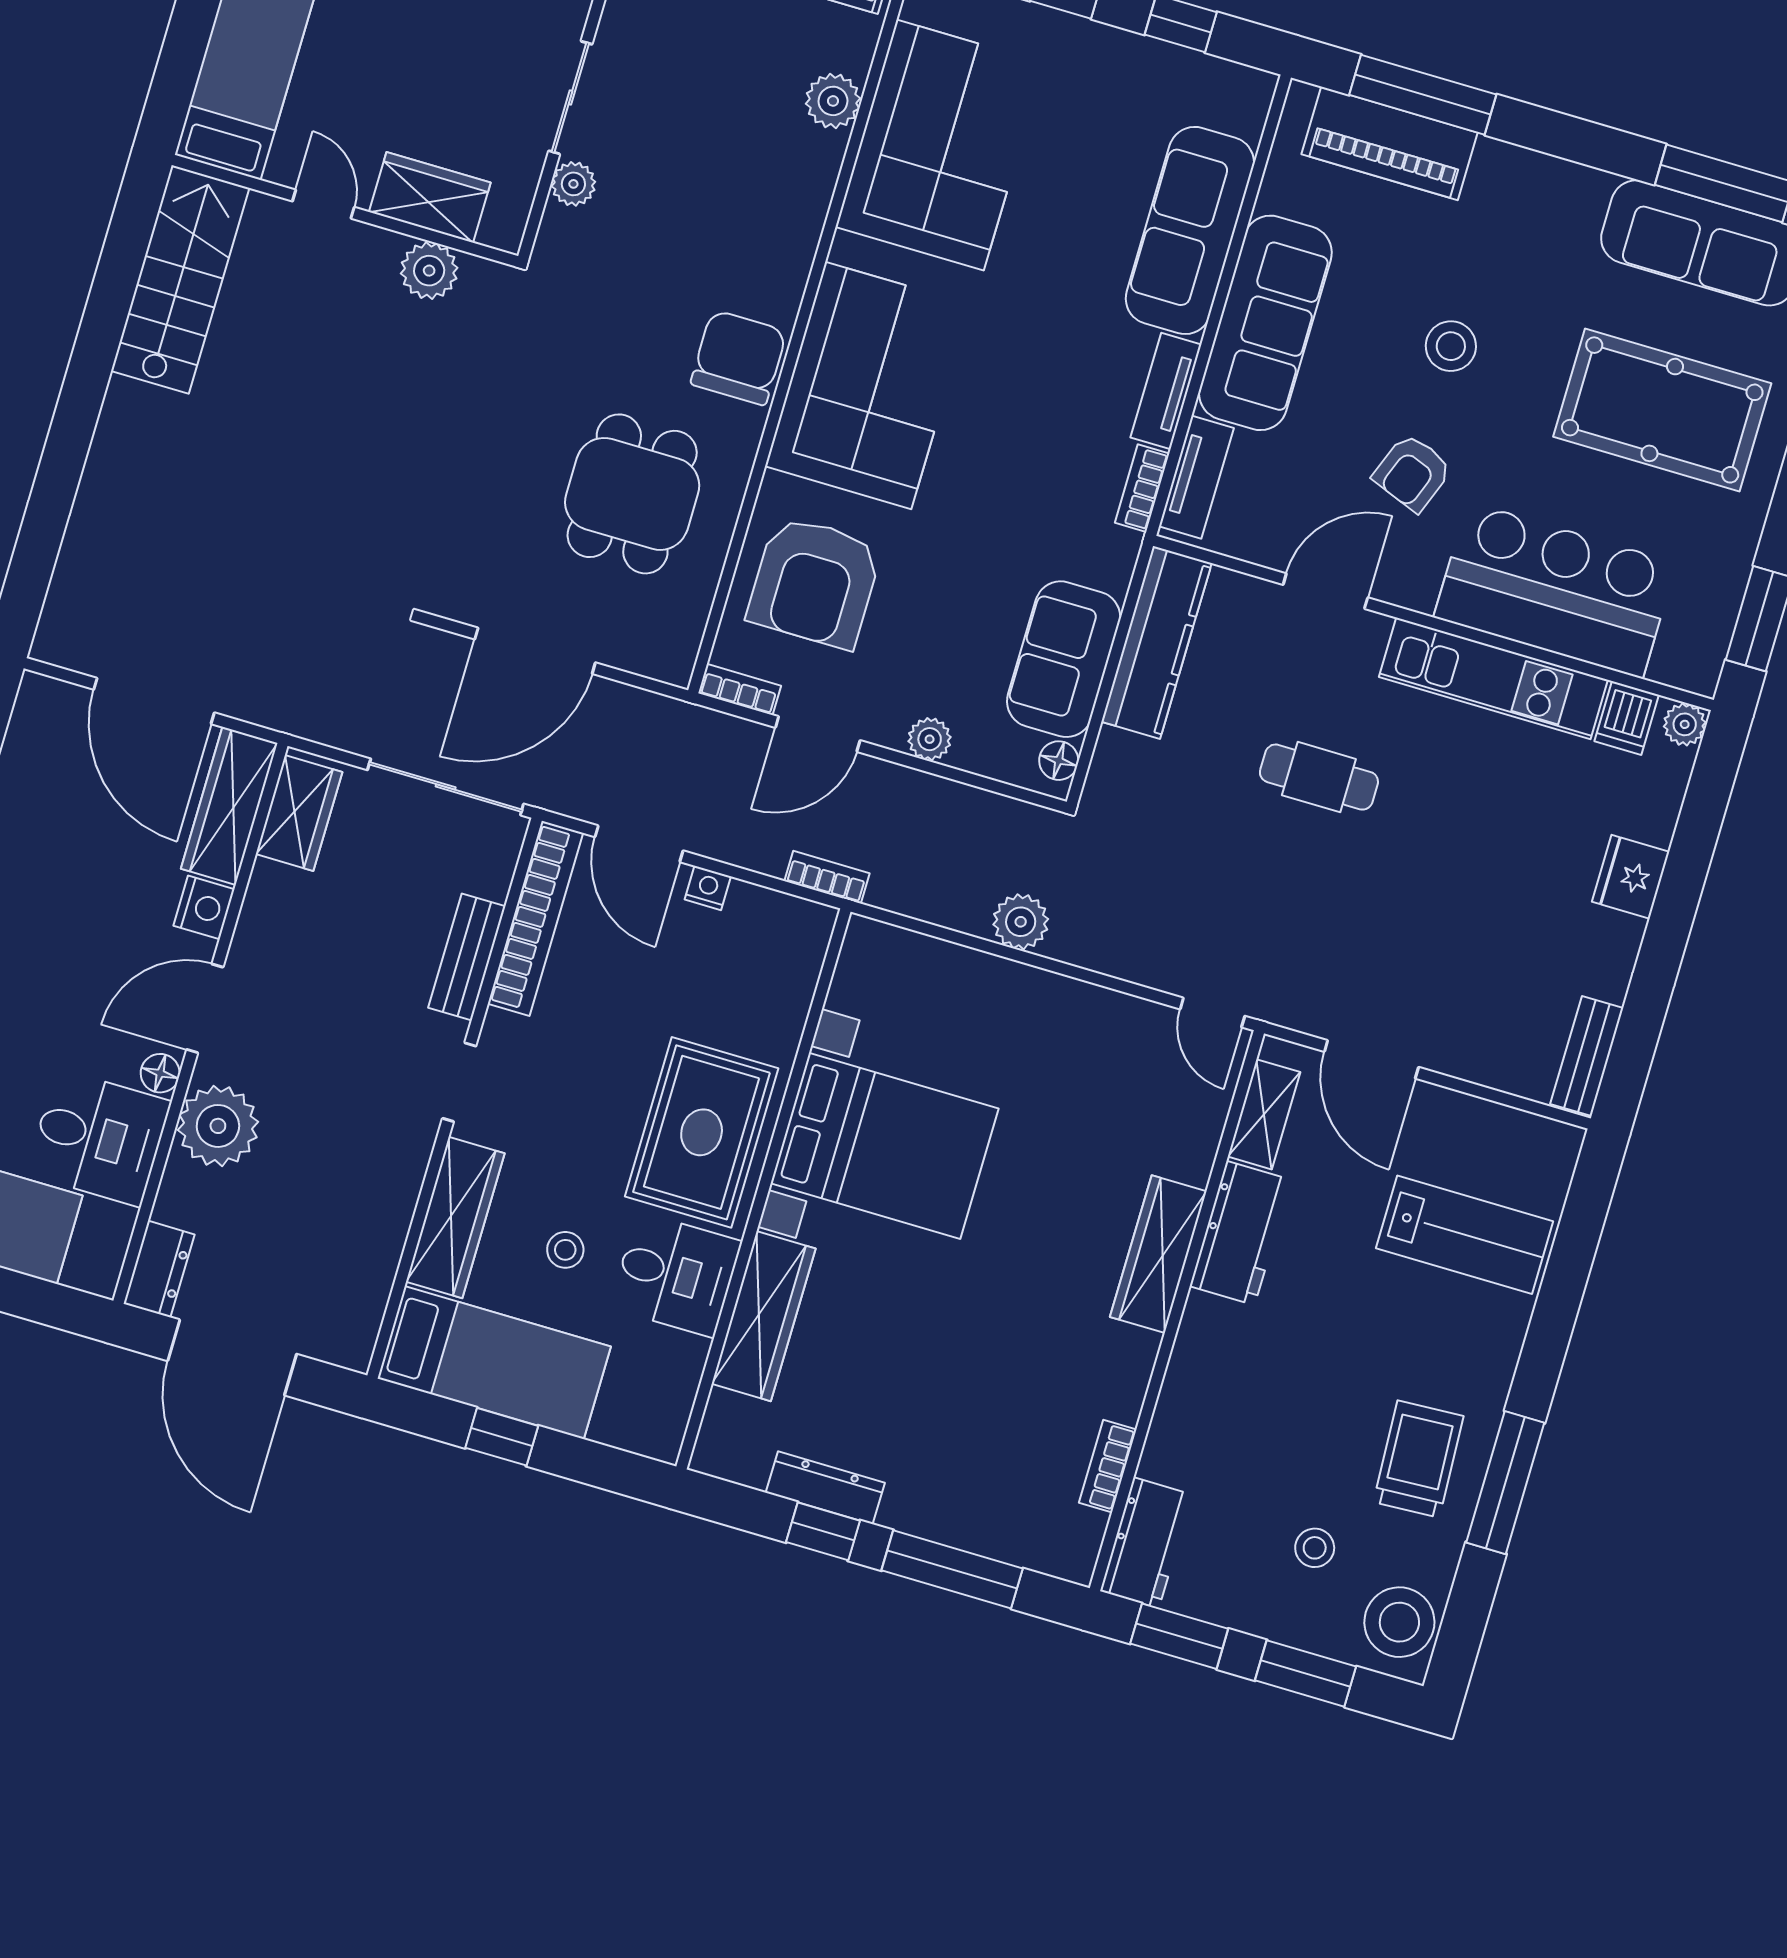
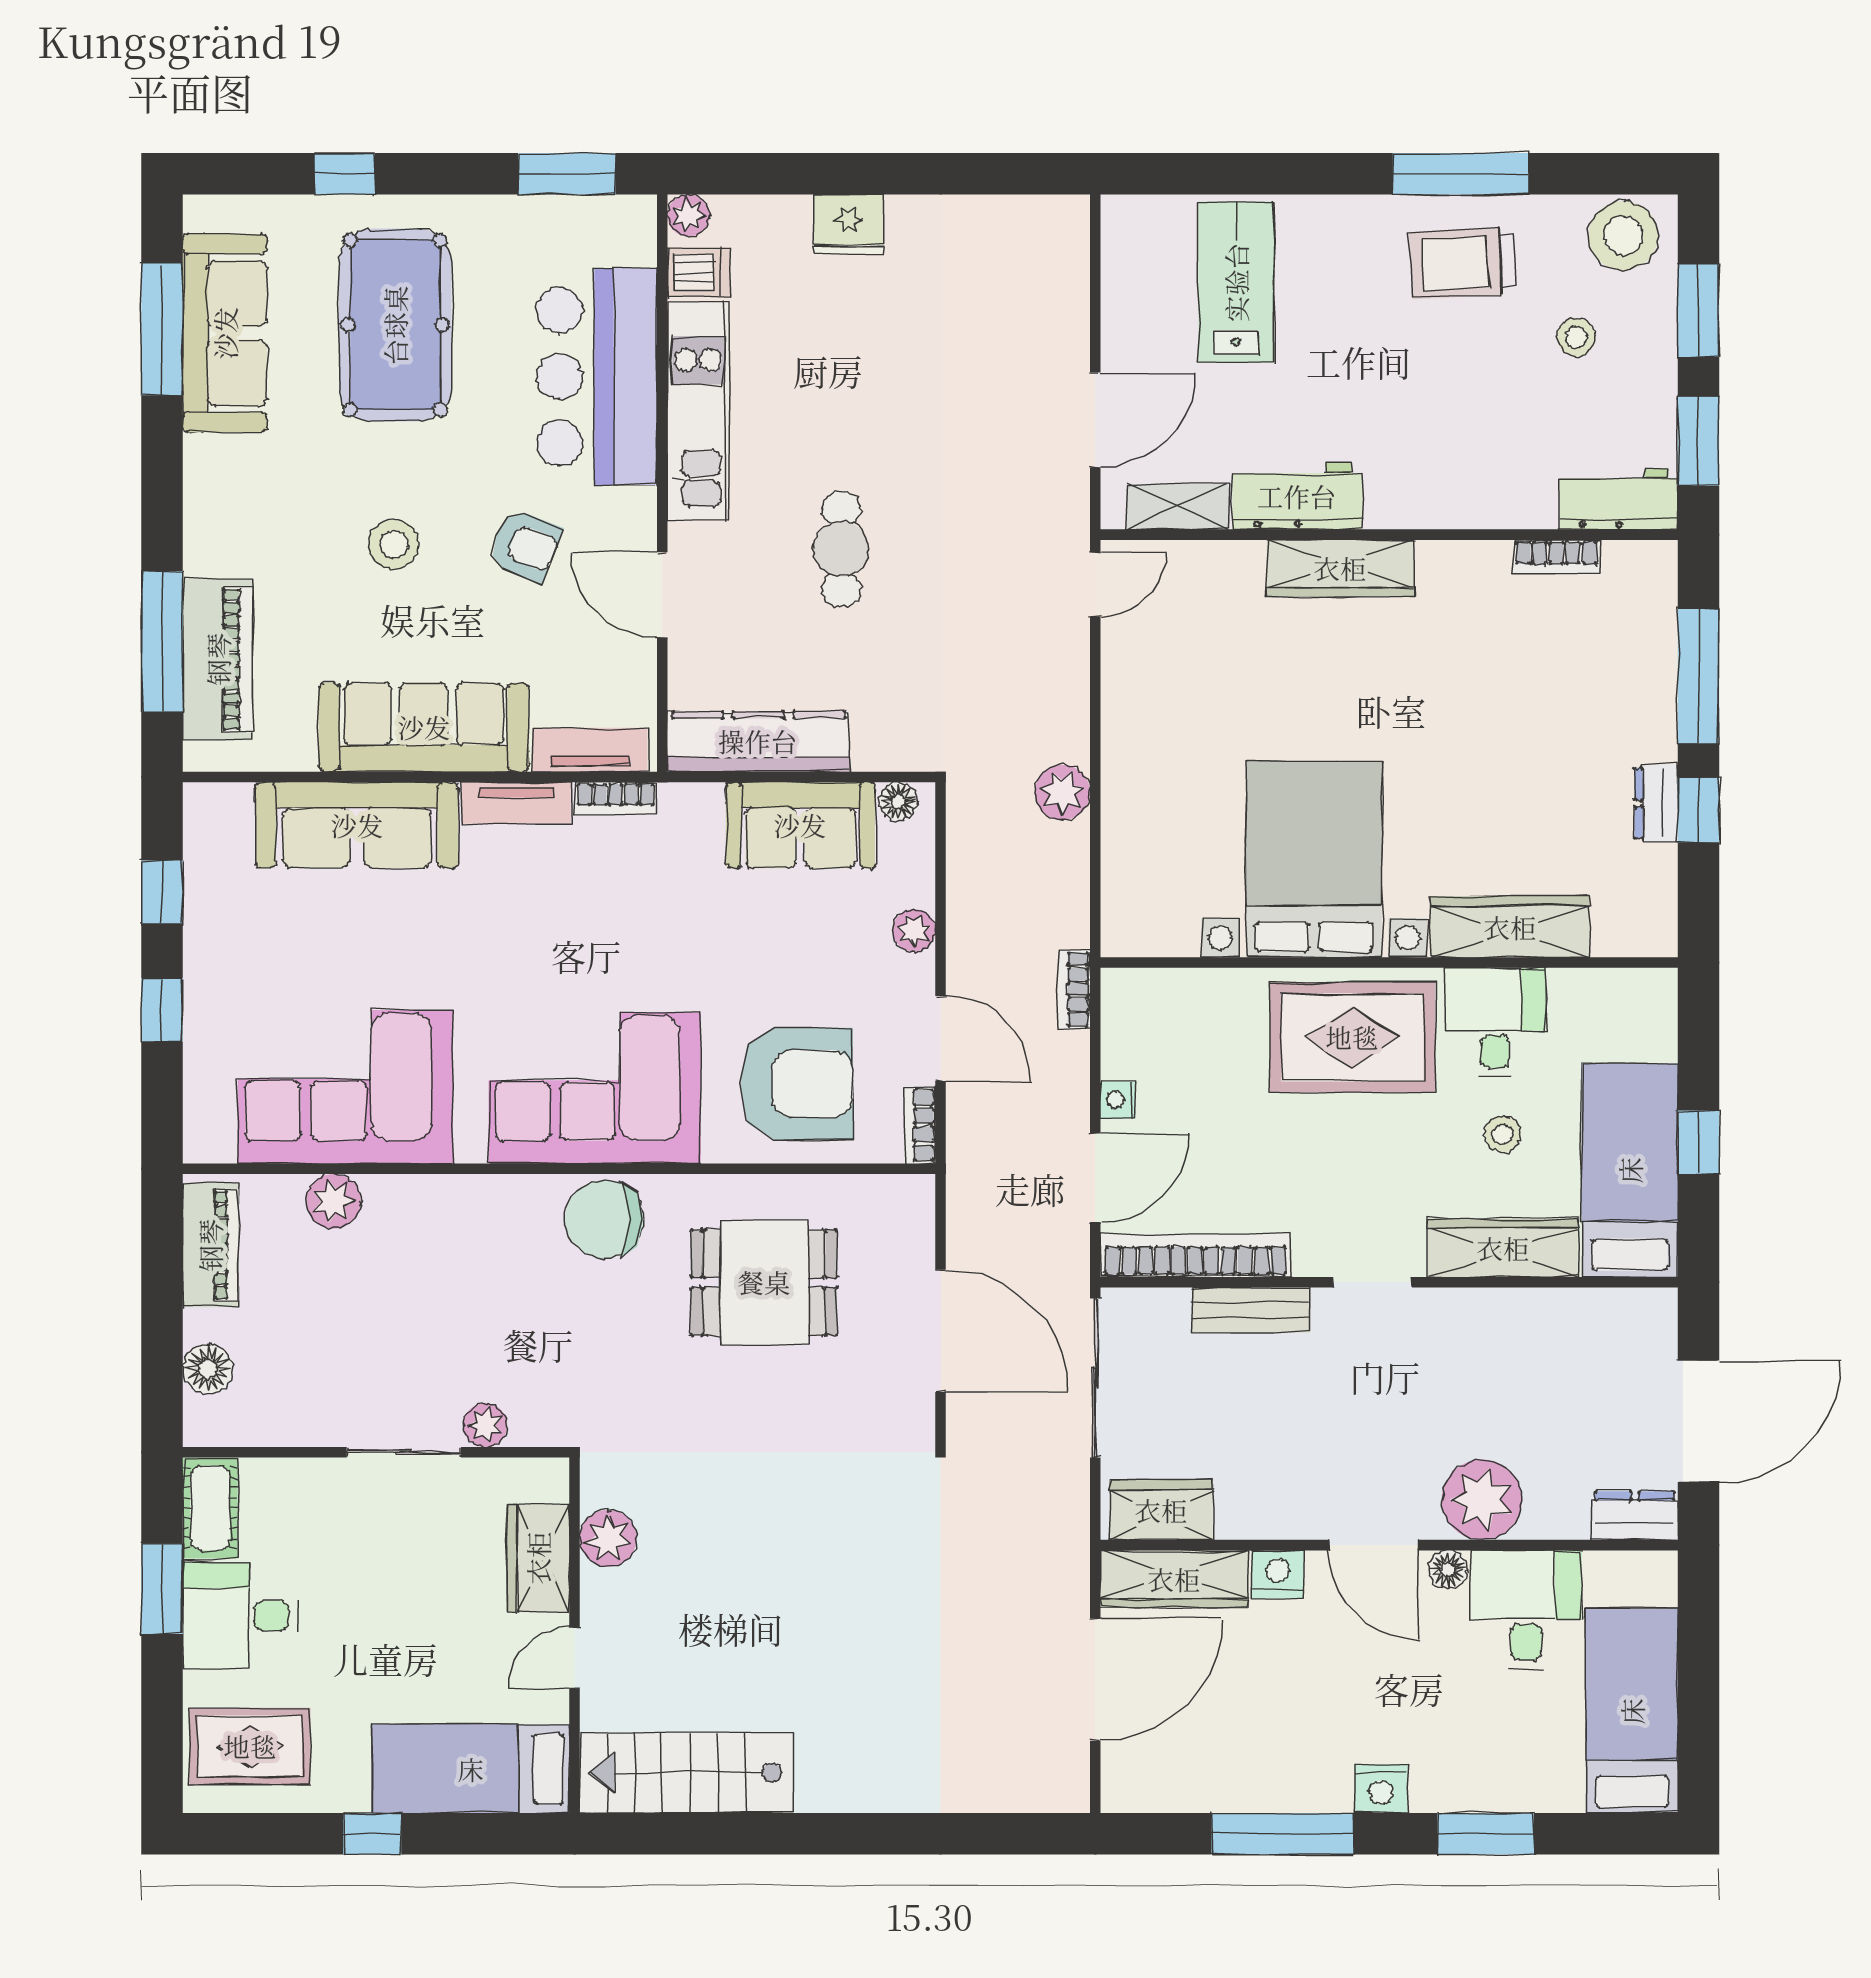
bench: (1587, 1056) -> (1032, 216), removed
dresser: (825, 1488) -> (1656, 803), width x0.70

